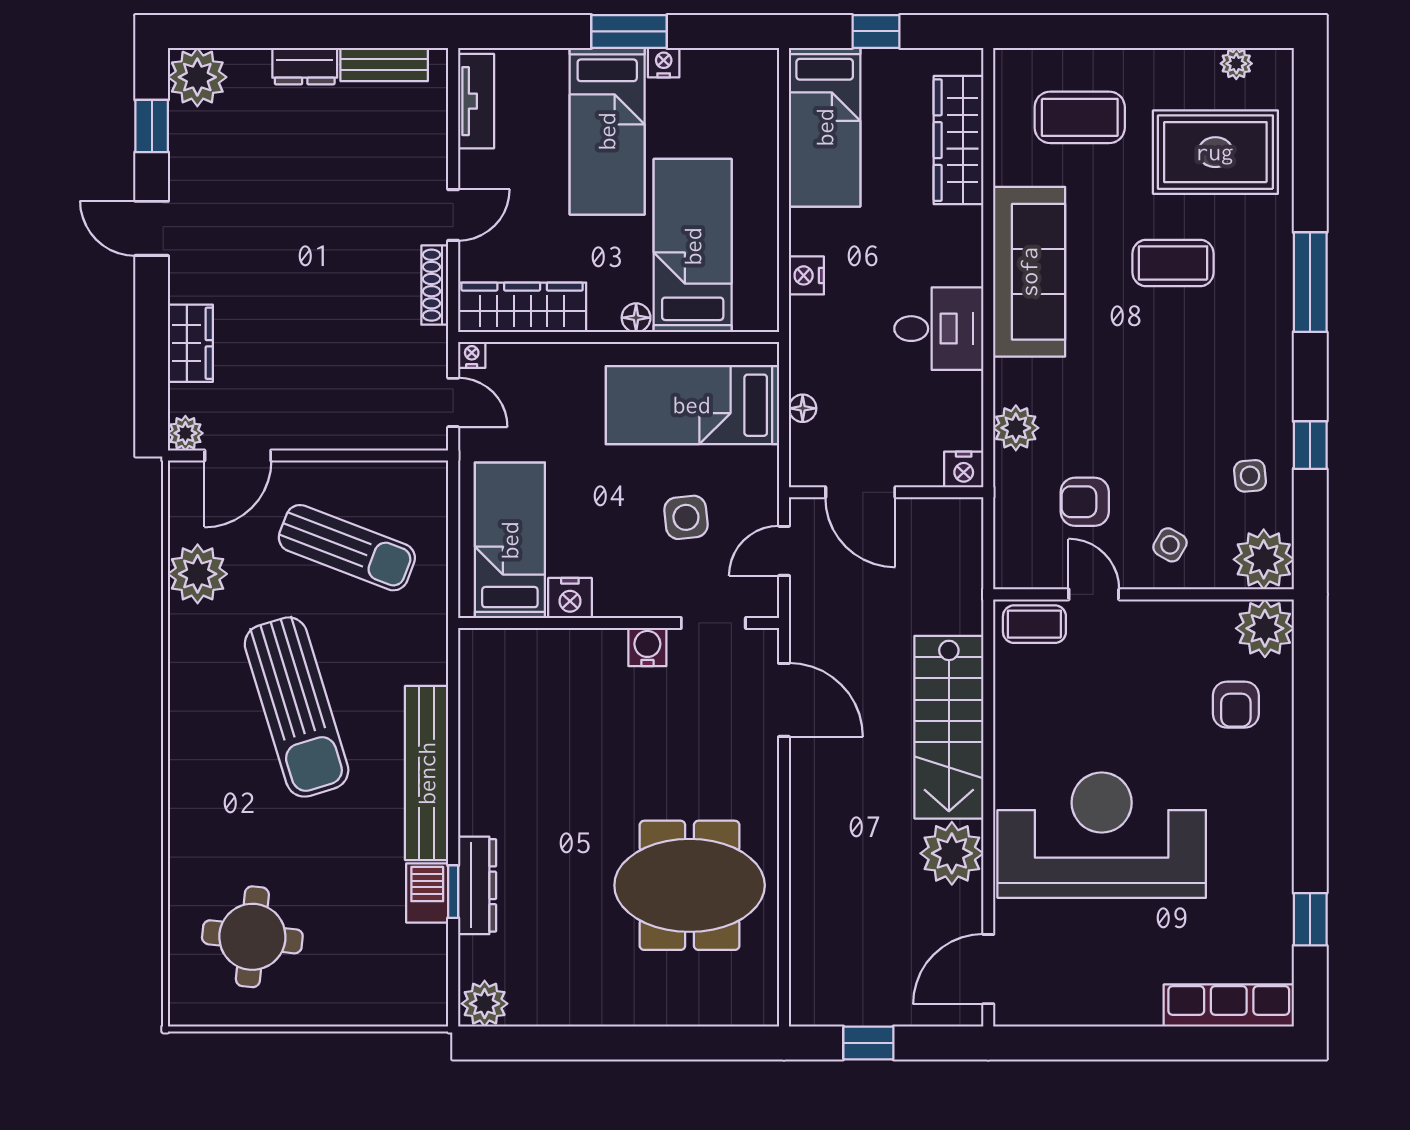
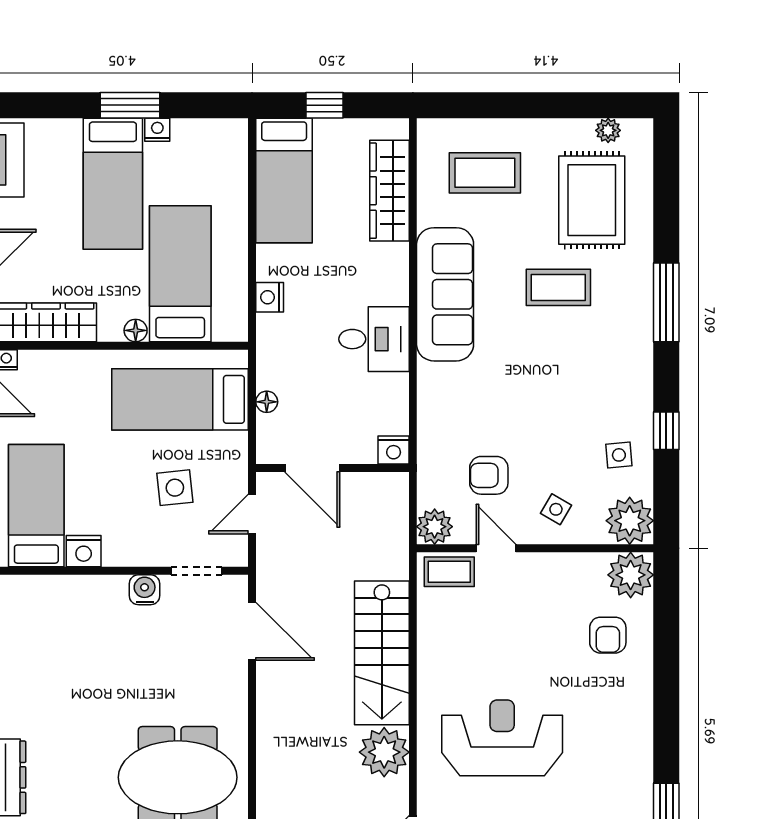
rug: (1215, 152) -> (592, 200), turned 90
plant: (1016, 428) -> (435, 527), moved
reception desk: (1102, 835) -> (502, 738), width x0.74, depth x0.77

